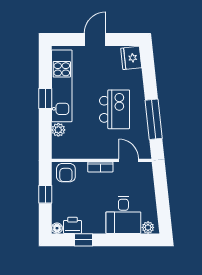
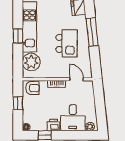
window: (154, 119) -> (92, 32), moved
plant: (58, 130) -> (31, 62), width x1.87, depth x1.87
armchair: (66, 173) -> (32, 88), turned -90
printer: (73, 225) -> (53, 125), moved

